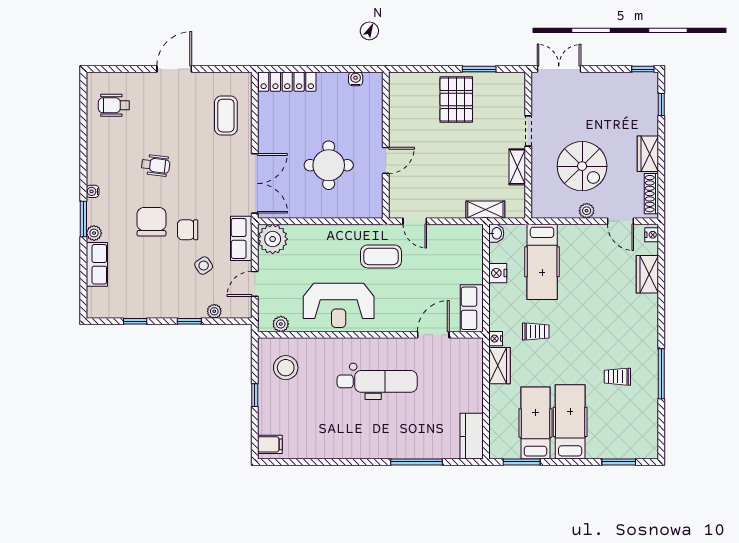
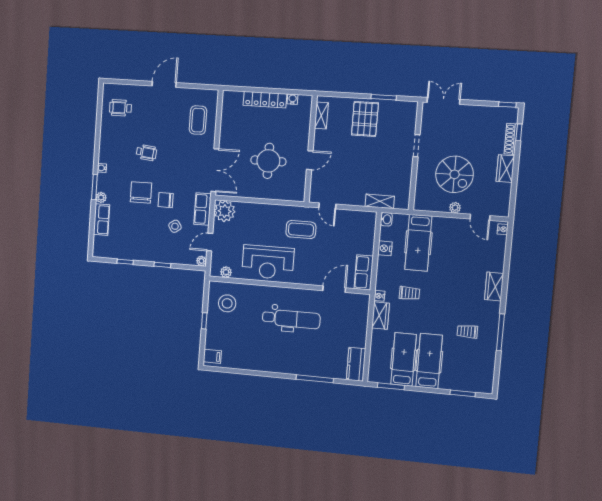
locker: (287, 82) -> (265, 100), moved
shelving: (517, 167) -> (321, 115), moved
shoe rack: (651, 194) -> (511, 139), moved
wardrobe: (647, 274) -> (494, 287), moved
plant: (214, 311) -> (201, 261), moved

